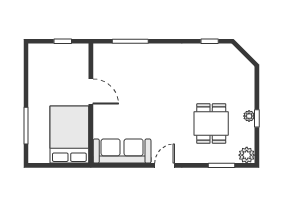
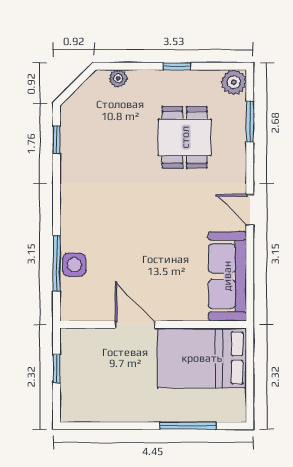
side table: (129, 52) -> (74, 265), added
door: (91, 92) -> (135, 325), hinge flipped
plant: (249, 116) -> (118, 78), moved
dining table: (211, 124) -> (185, 137), turned 90

